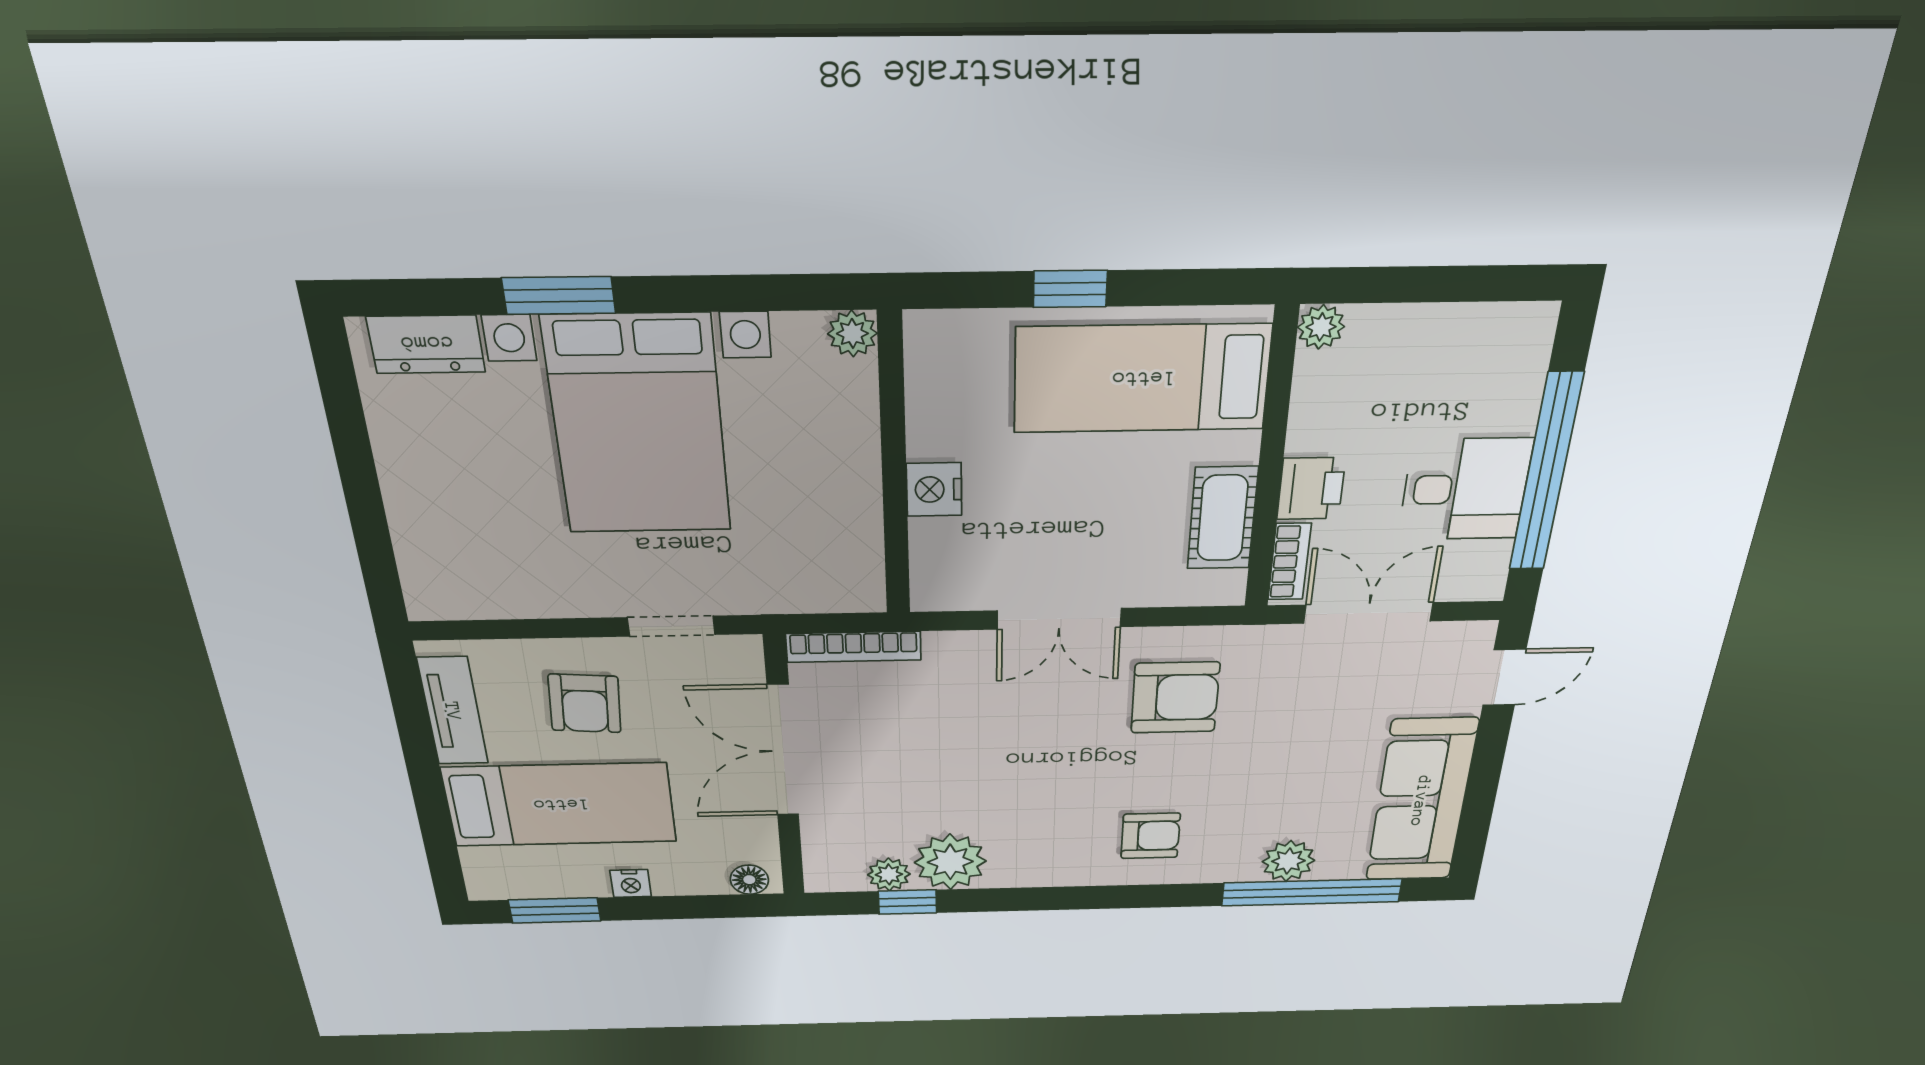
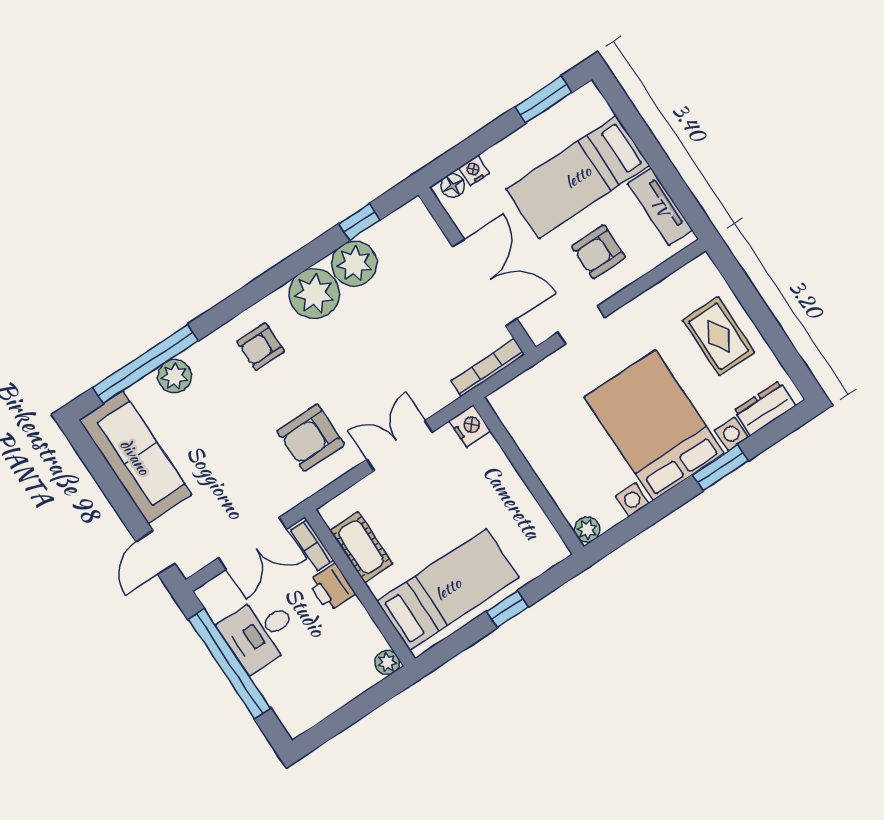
nightstand: (934, 489) -> (470, 426), moved
rug: (452, 494) -> (719, 336), added
armchair: (585, 703) -> (599, 252), turned -94
plant: (889, 874) -> (314, 294), moved, width x1.88, depth x1.88
nightstand: (631, 883) -> (474, 171), moved

